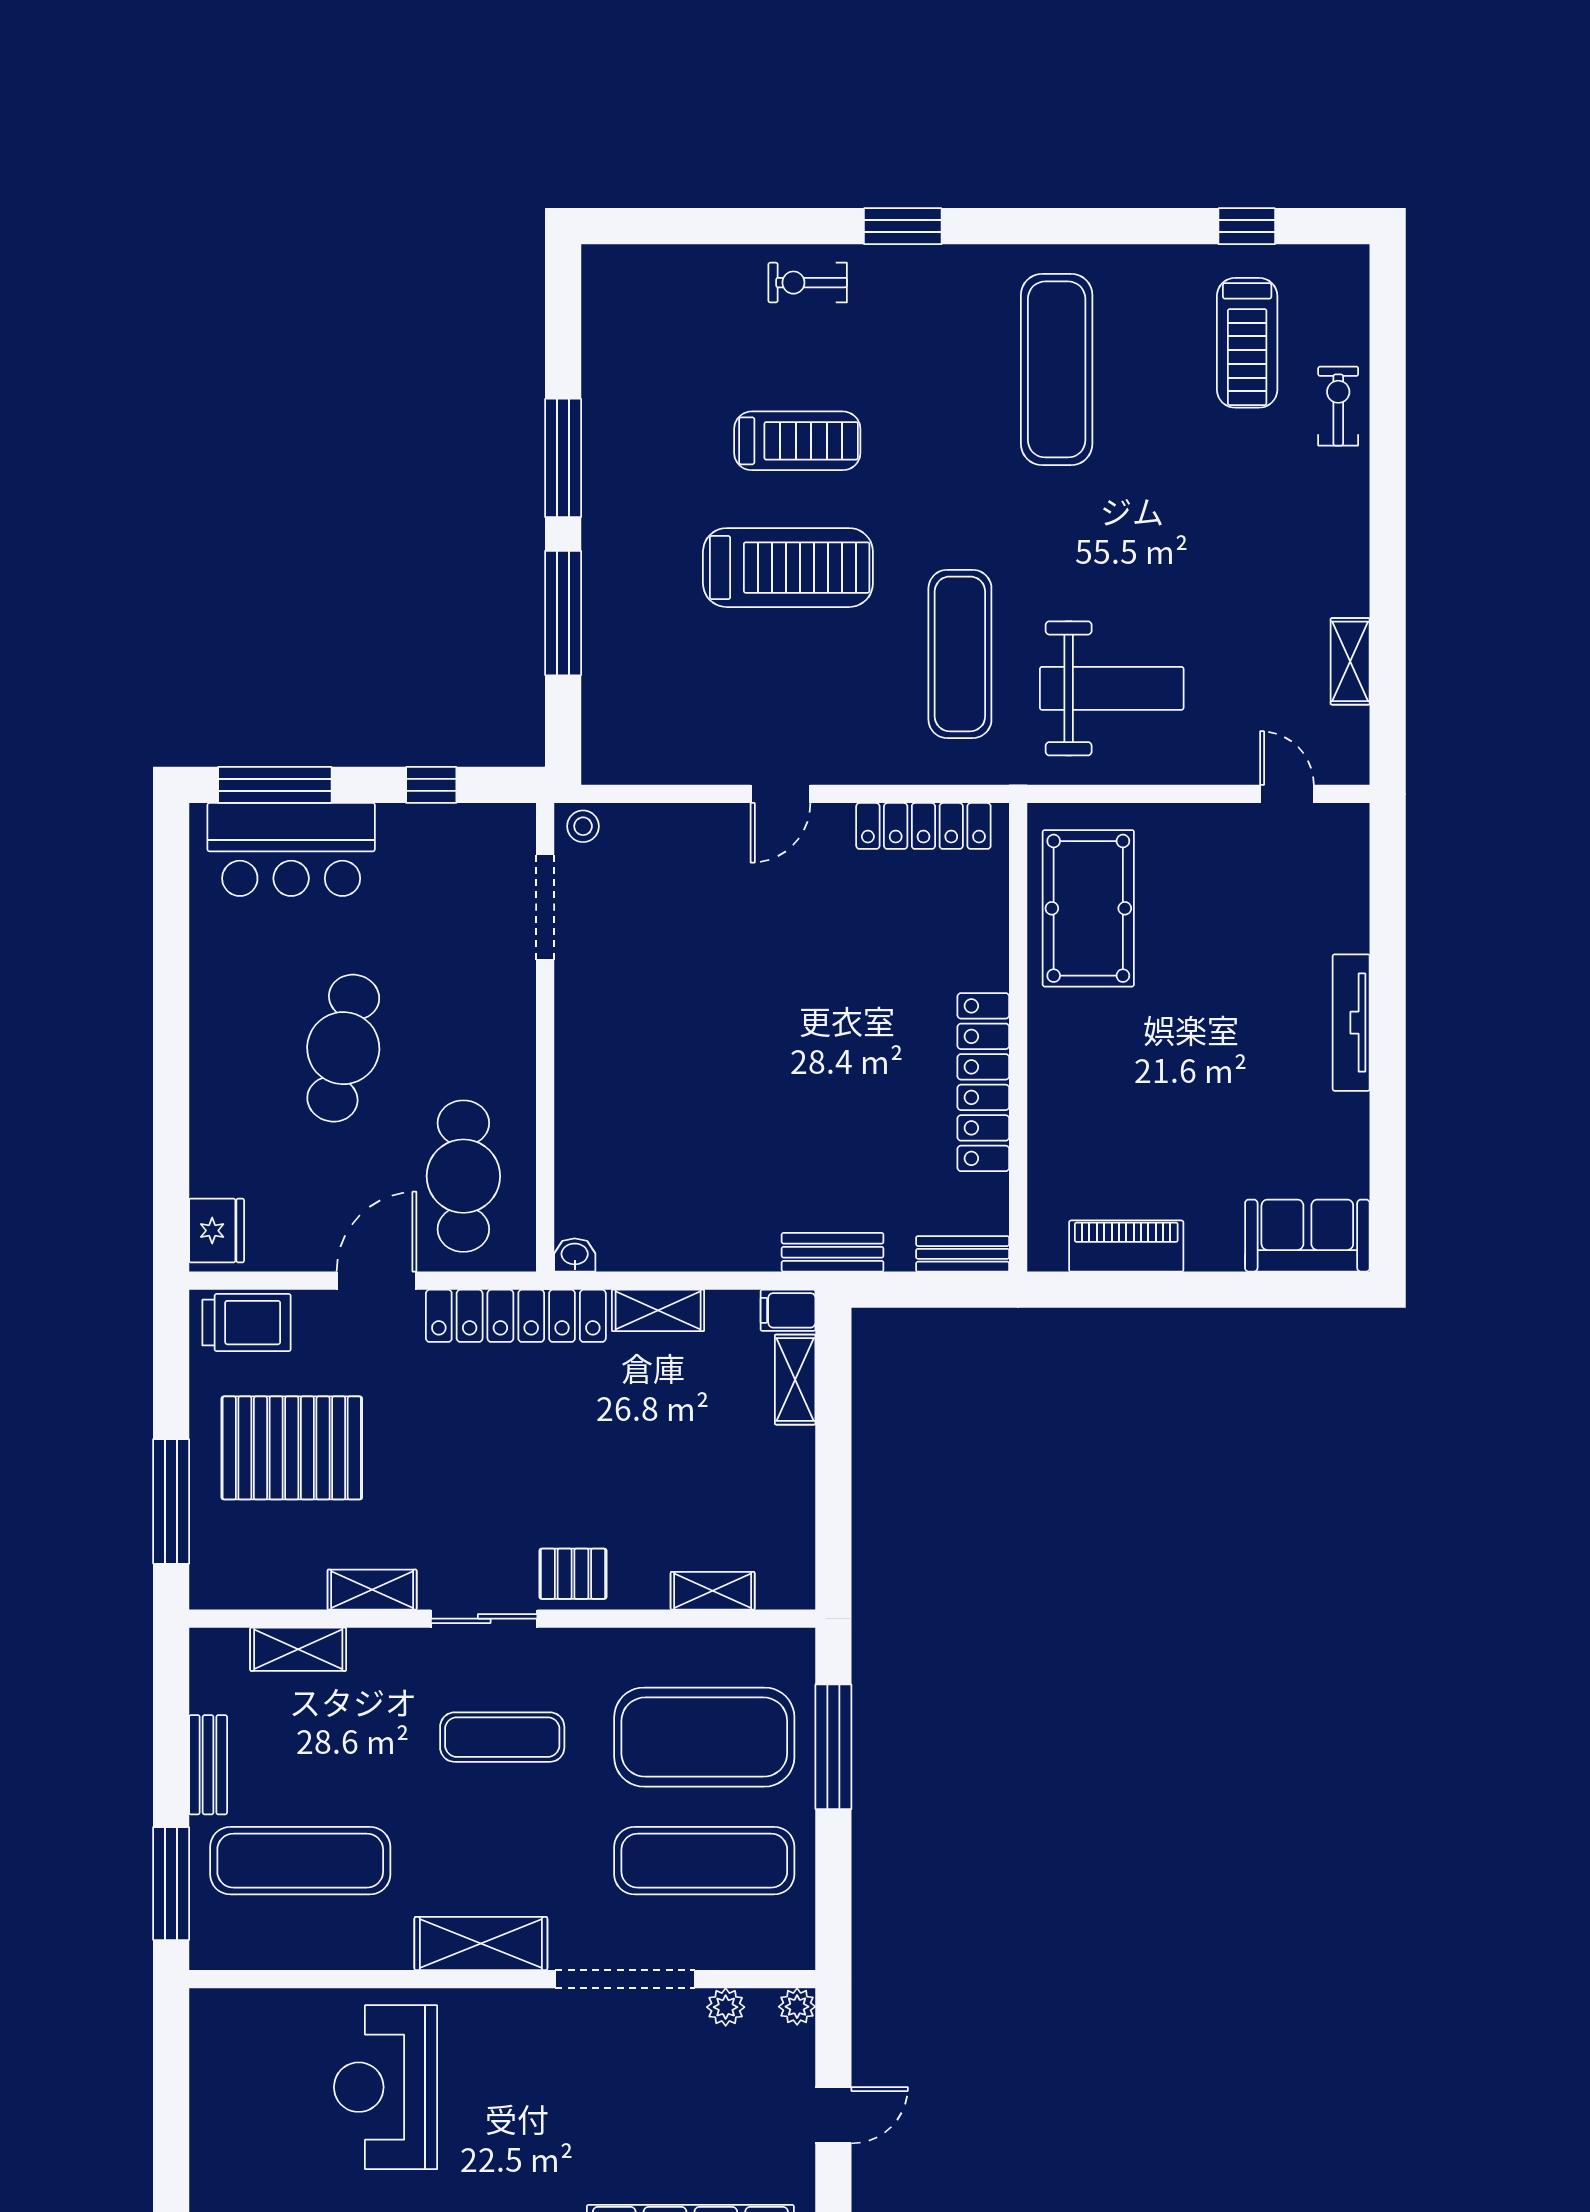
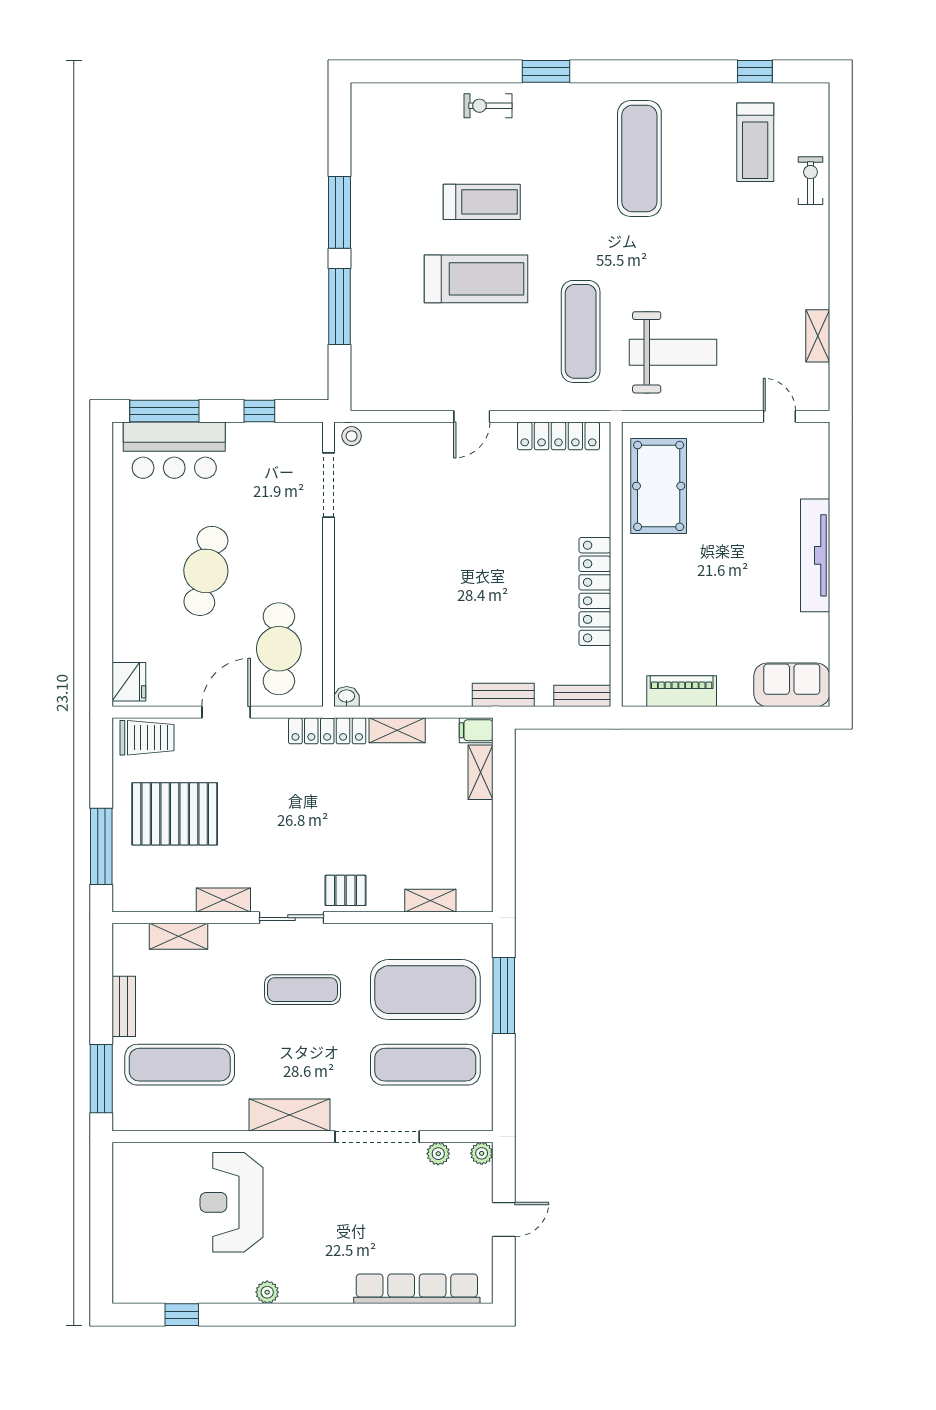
tv unit: (1351, 1023) -> (815, 555), width x1.36, depth x1.29
locker: (516, 1316) -> (327, 731), width x0.71, depth x0.83

